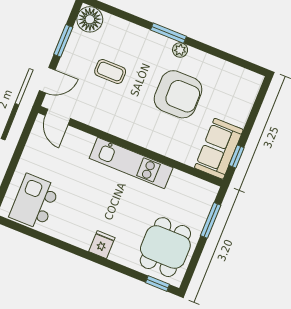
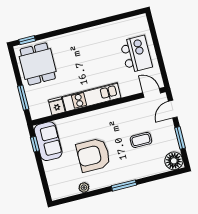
plant: (180, 50) -> (84, 188), moved
kitchen island: (34, 202) -> (136, 54), moved
fridge: (102, 245) -> (57, 106), moved, turned 180

